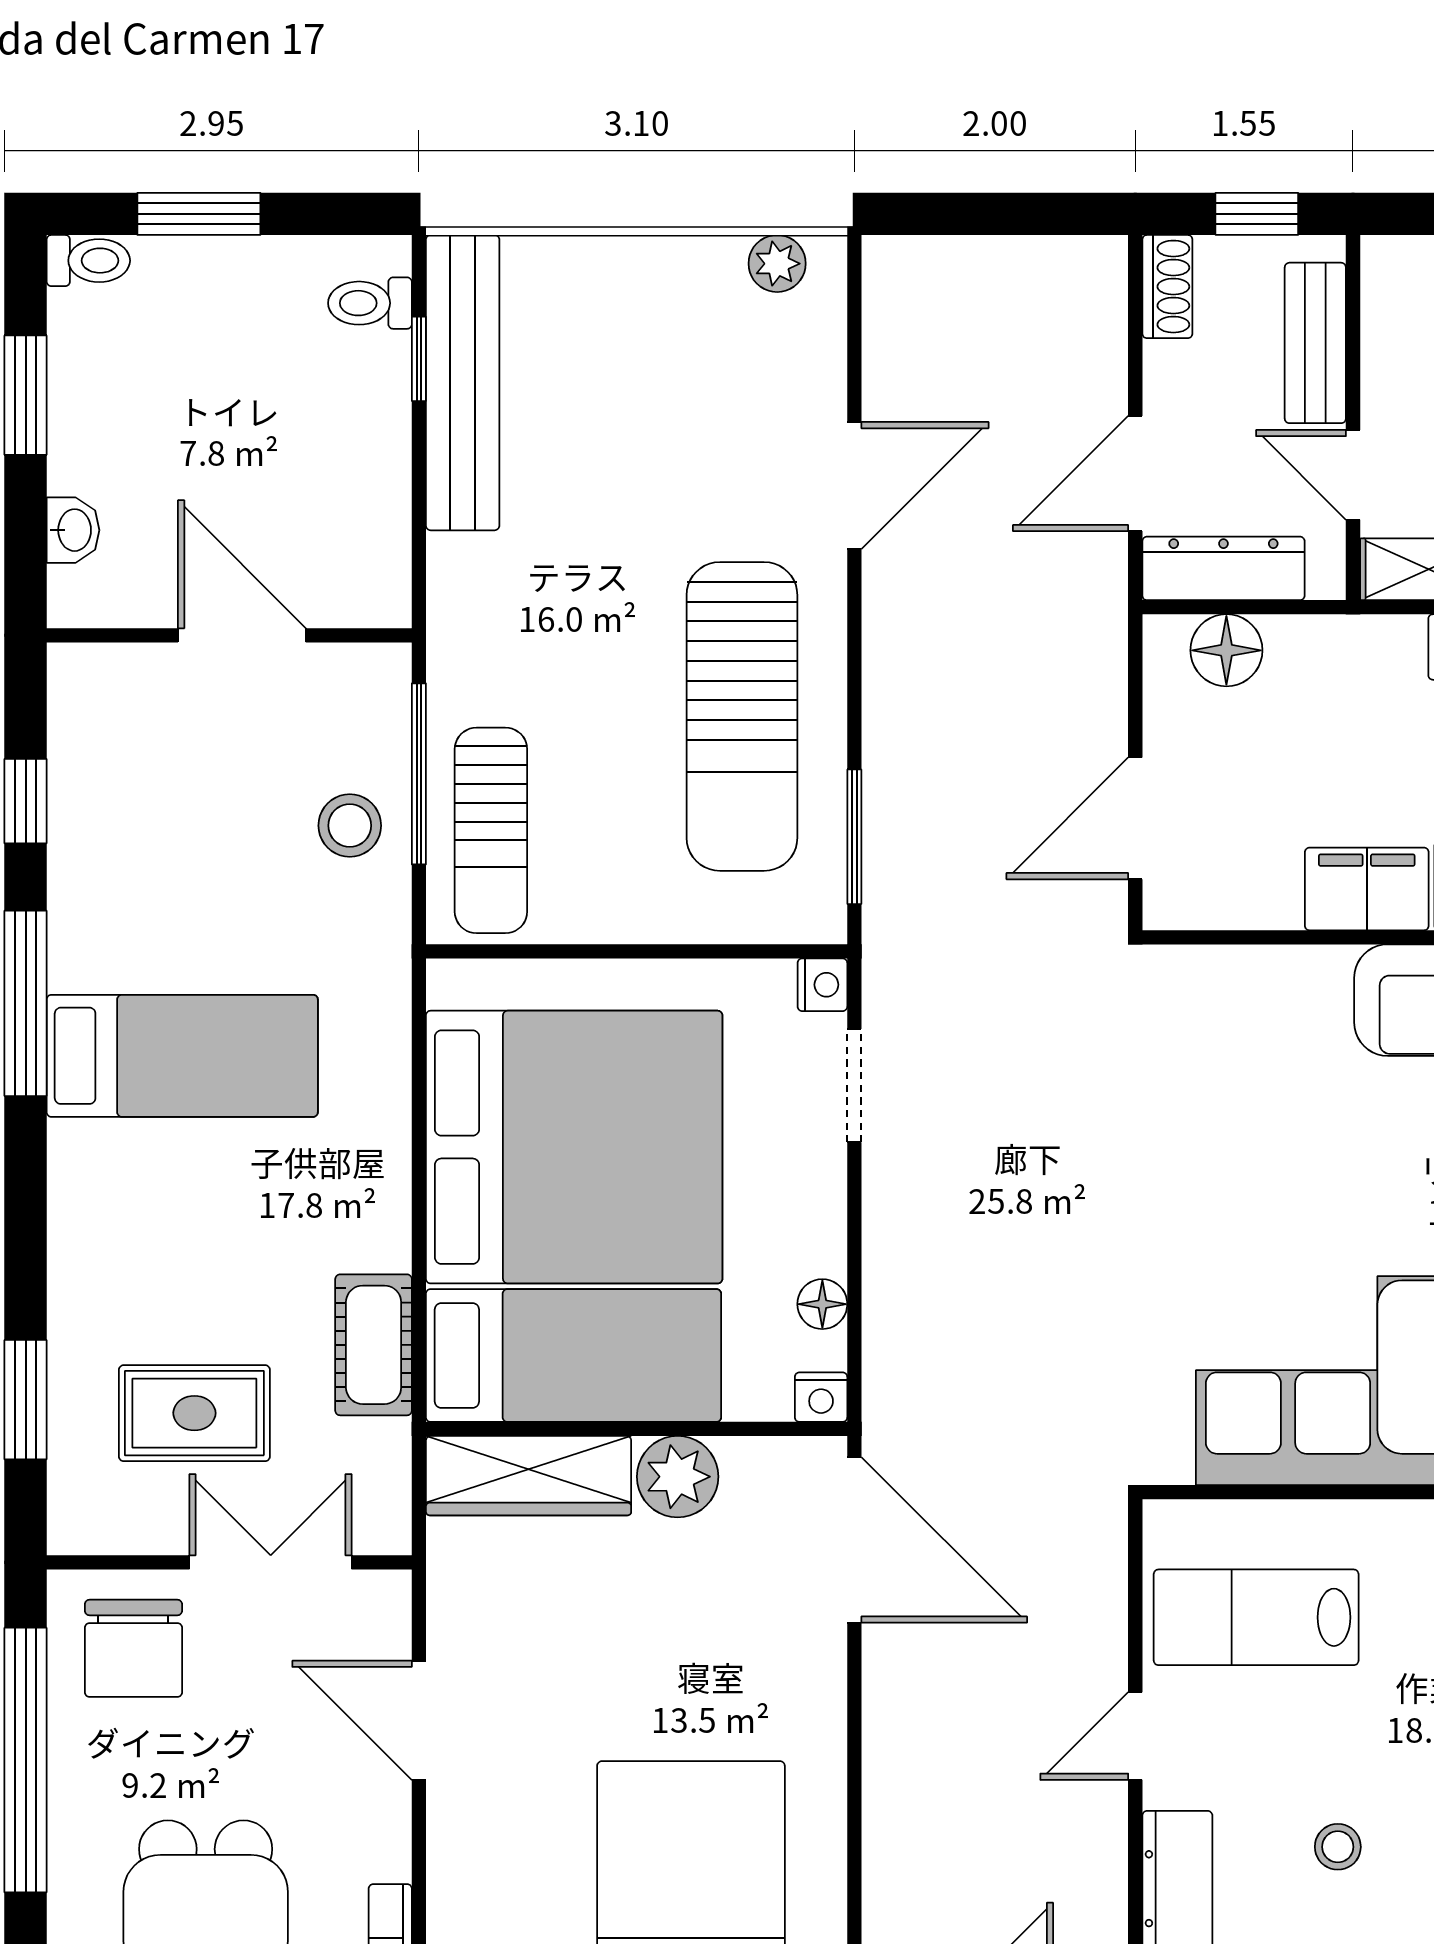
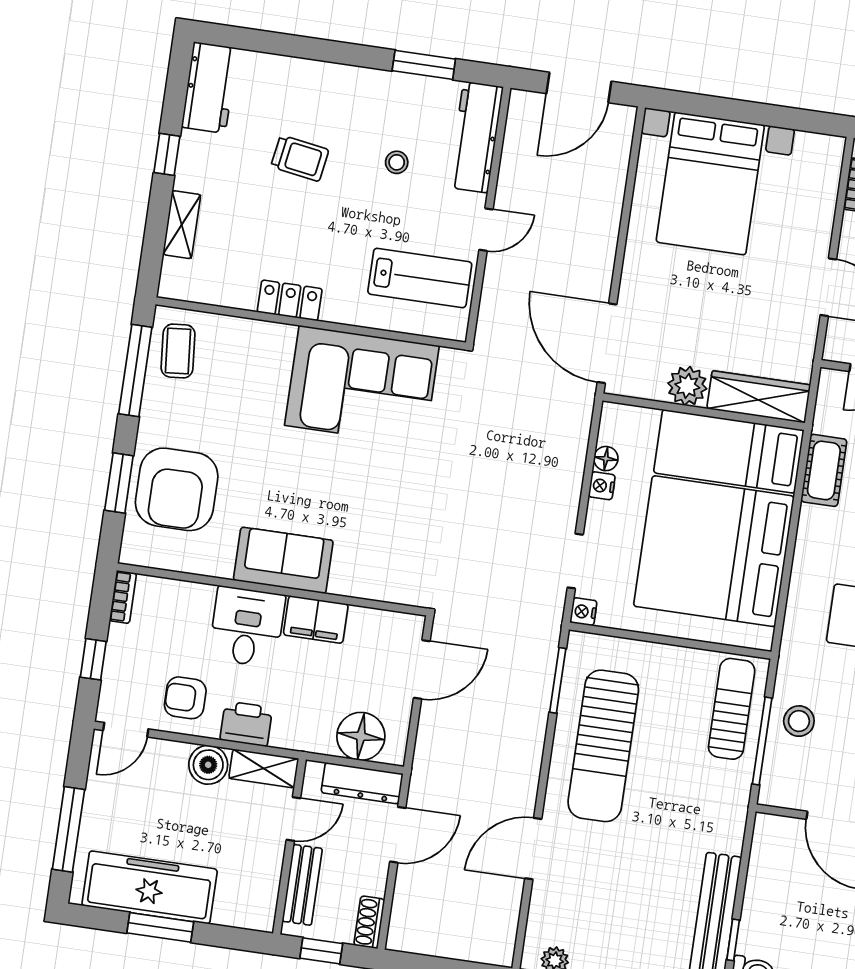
door: (1353, 475) -> (293, 819), hinge flipped
floor lamp: (1226, 650) -> (361, 736), width x1.38, depth x1.38
sun lounger: (742, 716) -> (603, 746), turned 180
nightstand: (821, 1397) -> (602, 486), moved, turned -90

